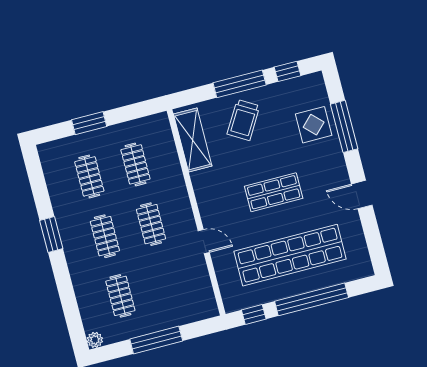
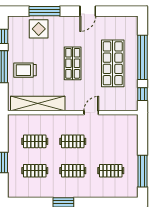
trolley: (243, 120) -> (25, 70), turned 149
shelving: (193, 140) -> (38, 103), width x1.47
shop shelf: (290, 255) -> (113, 63), width x0.71
plant: (95, 340) -> (133, 193), removed
window: (156, 340) -> (143, 171), moved

